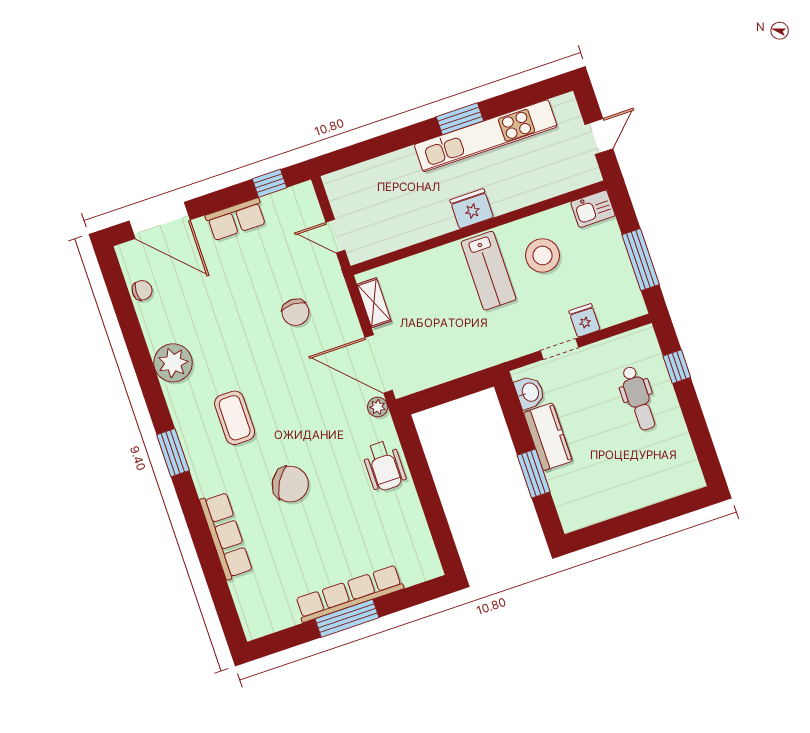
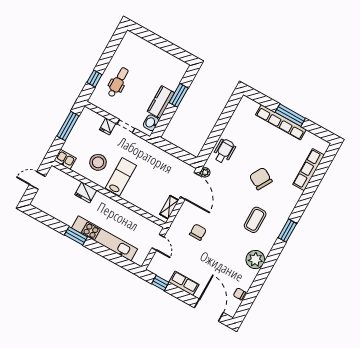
kitchen unit: (486, 136) -> (105, 238), moved
fridge: (472, 209) -> (86, 192), moved
row of seats: (226, 536) -> (309, 170), moved

